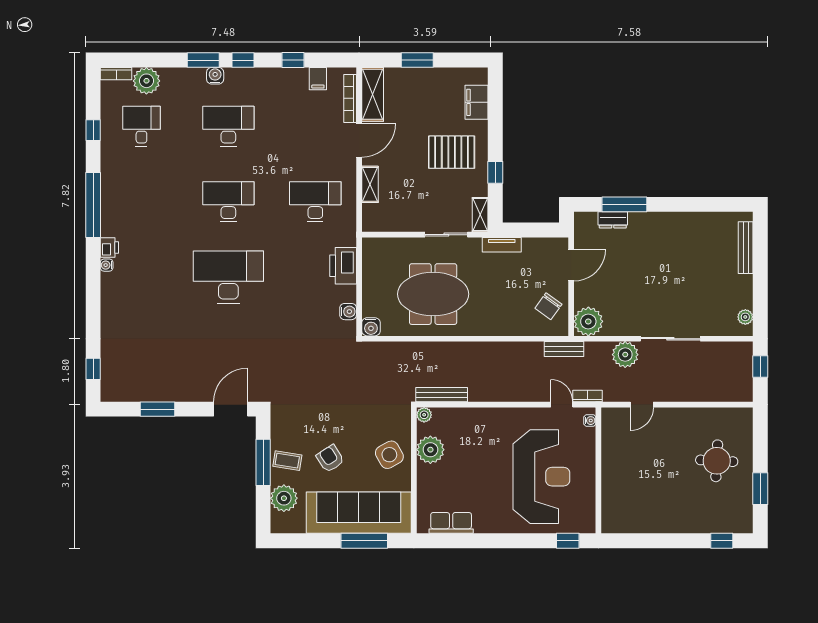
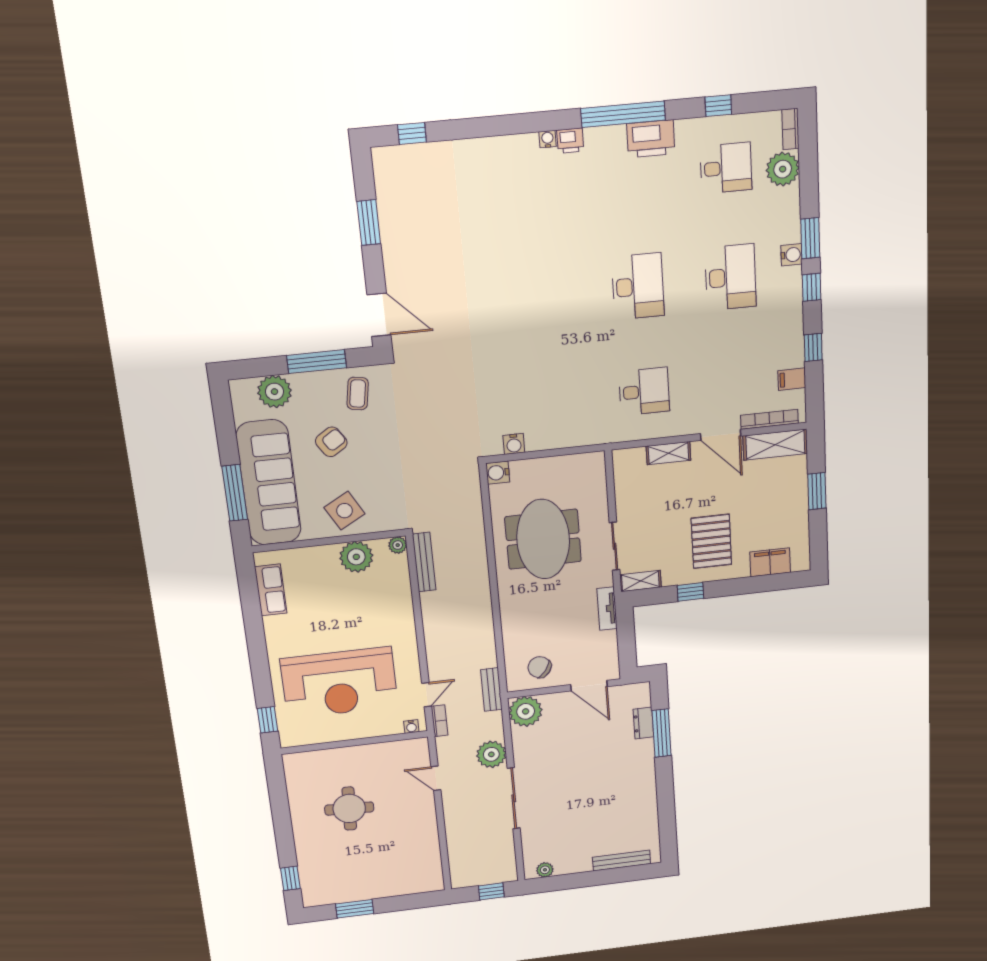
desk: (315, 202) -> (644, 391), width x0.73
printer: (343, 266) -> (651, 139), moved, turned 180
desk: (228, 277) -> (544, 296), removed
coffee table: (287, 461) -> (358, 394), moved
round table: (717, 461) -> (349, 809), moved

